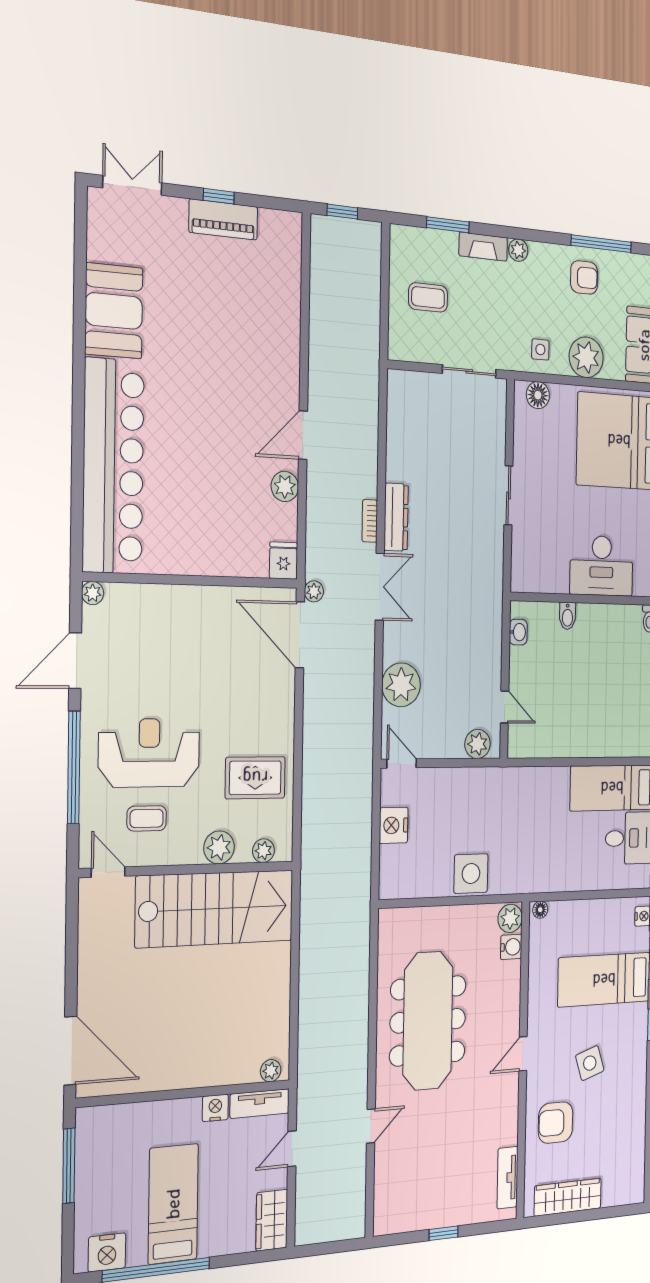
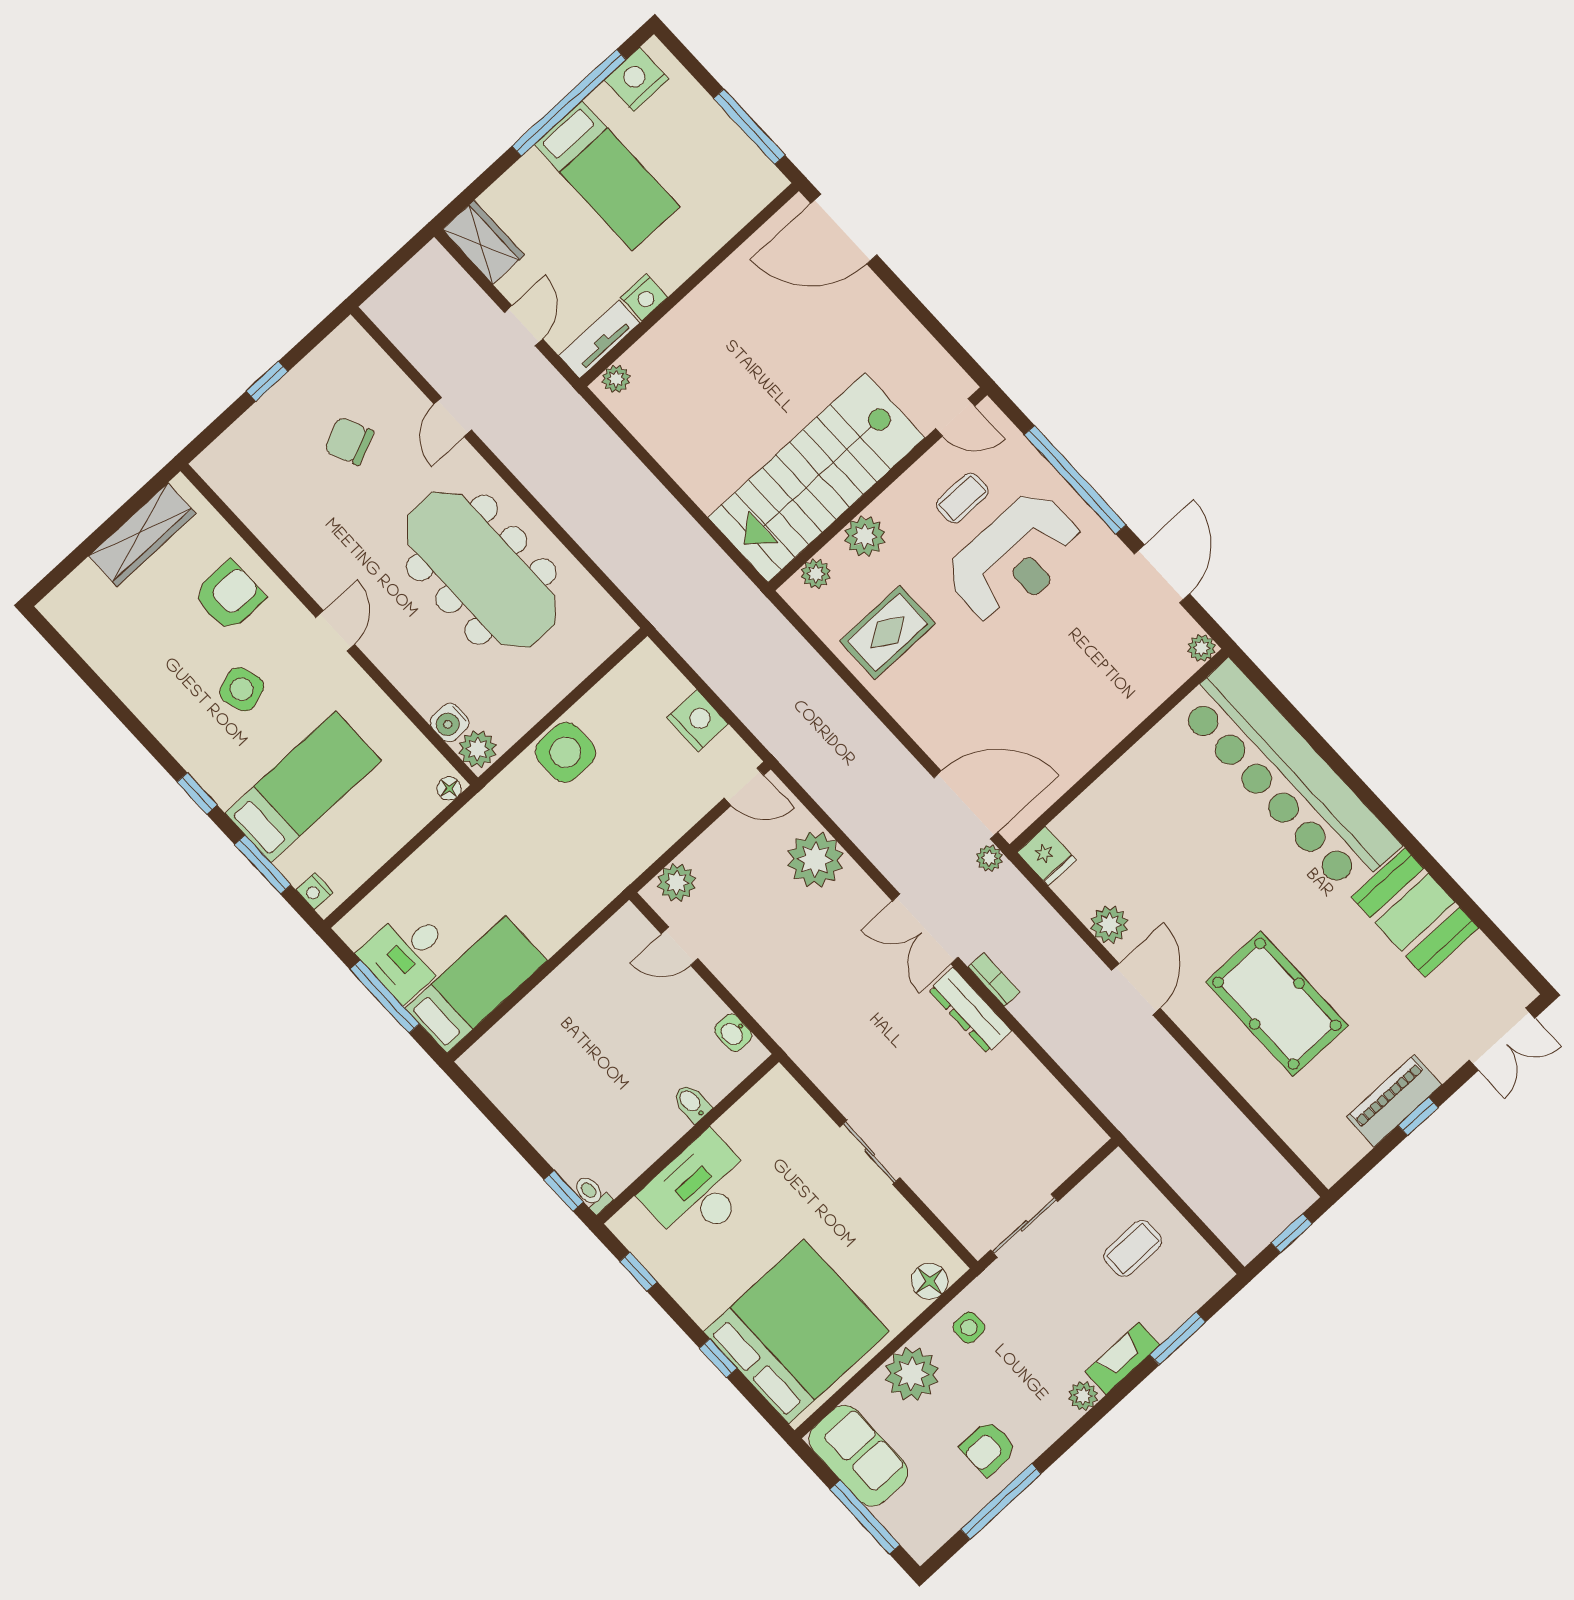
pool table: (237, 344) -> (1277, 1004), added
chair: (432, 1160) -> (349, 441), added
tv unit: (508, 1178) -> (239, 495), removed

